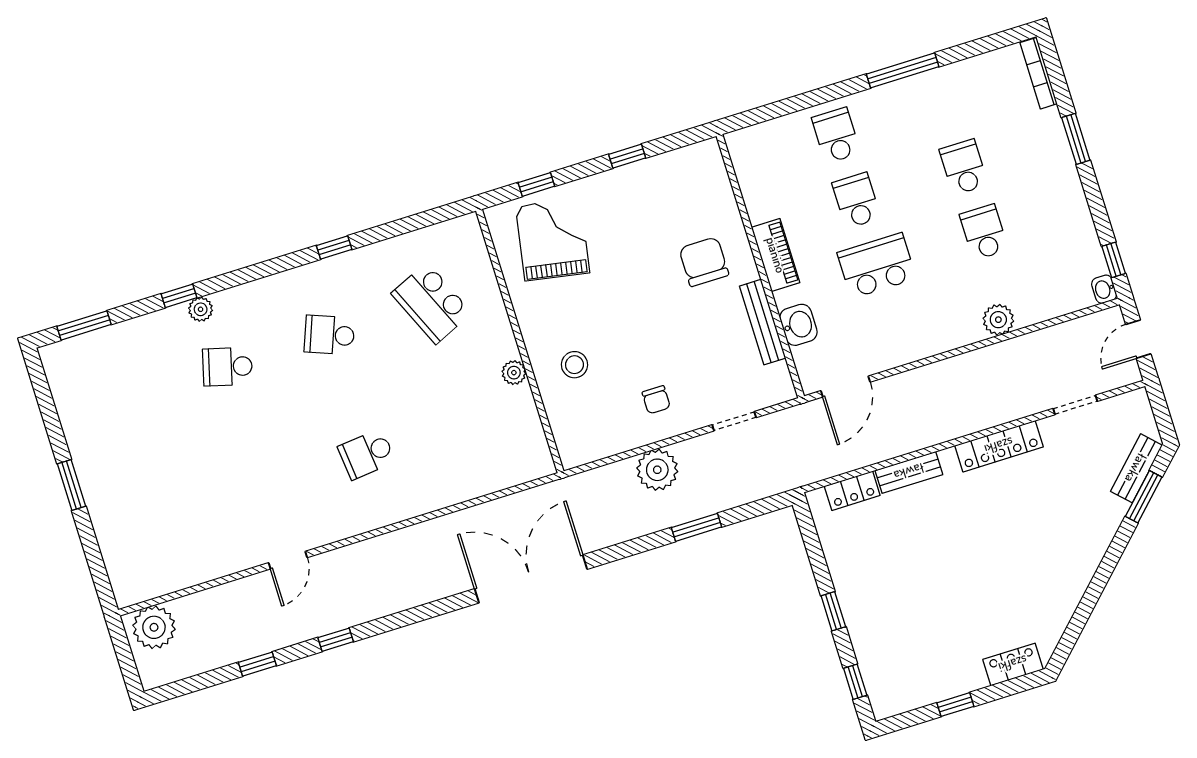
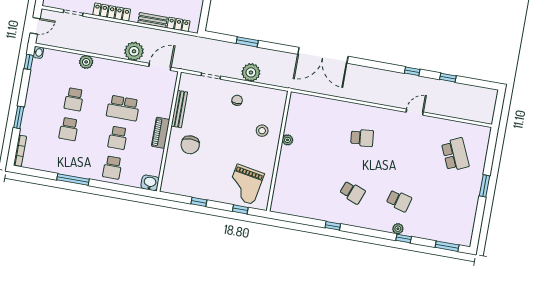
school desk: (431, 303) -> (455, 154), moved
washbasin: (798, 325) -> (150, 183), moved, turned 90
plant: (154, 627) -> (134, 51), moved

